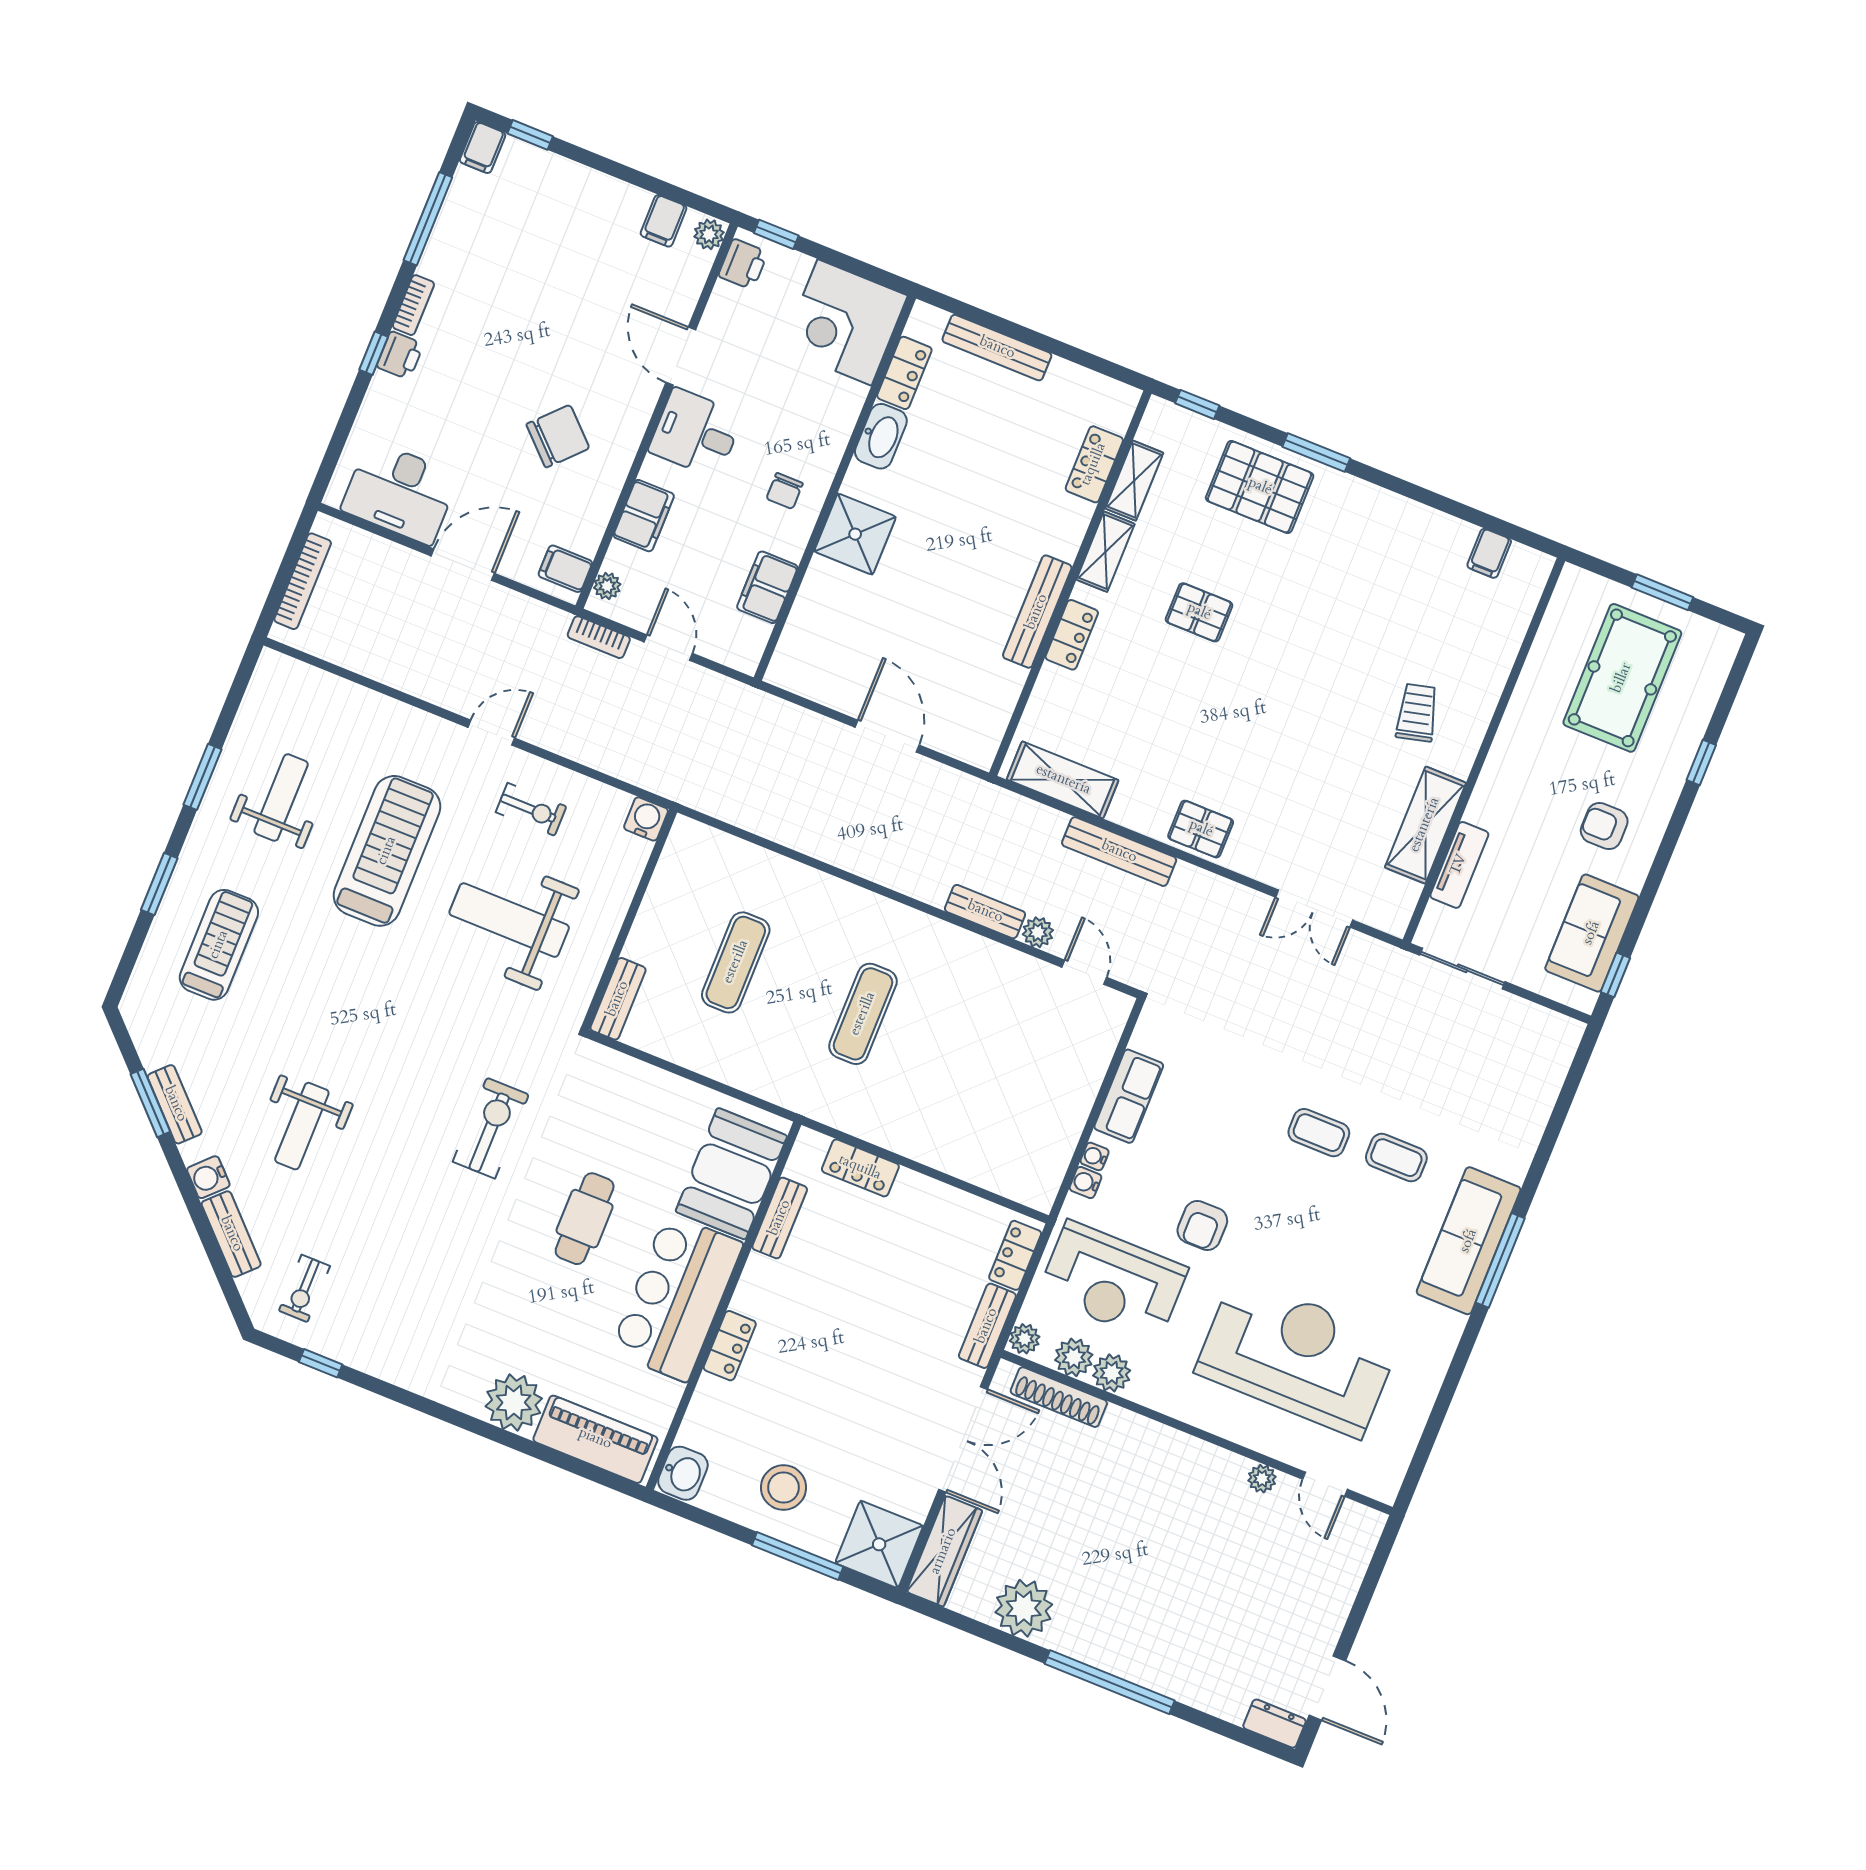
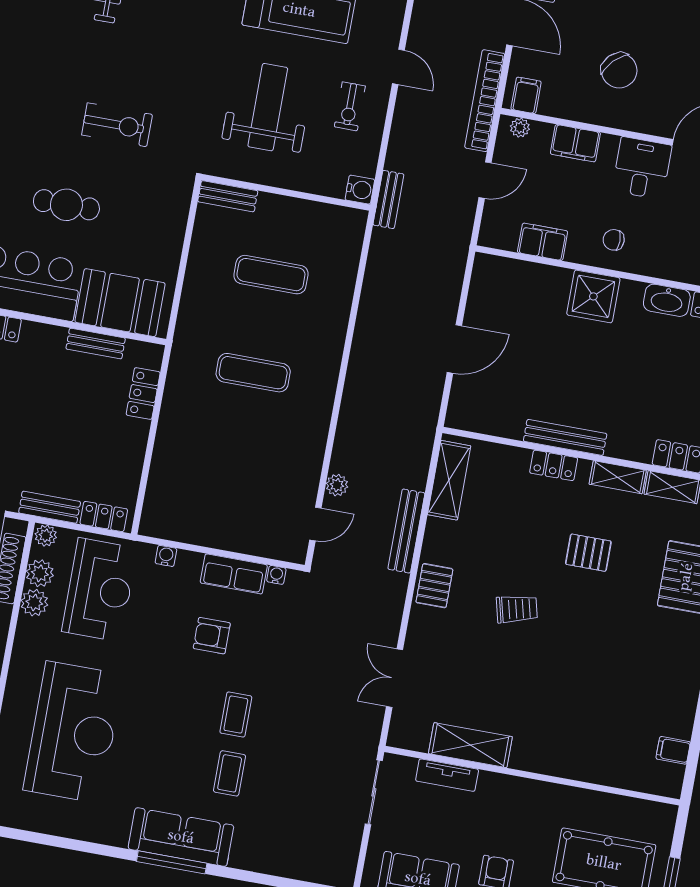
pallet: (1199, 612) -> (588, 553), turned 90
bookcase: (599, 637) -> (485, 101), width x2.31, depth x1.31
trolley: (1417, 713) -> (517, 609), moved
bench: (985, 912) -> (388, 199), moved
water cooler: (1095, 1156) -> (276, 575), moved
armchair: (1202, 1225) -> (212, 636), moved
reception desk: (1113, 1281) -> (100, 590), turned 180

